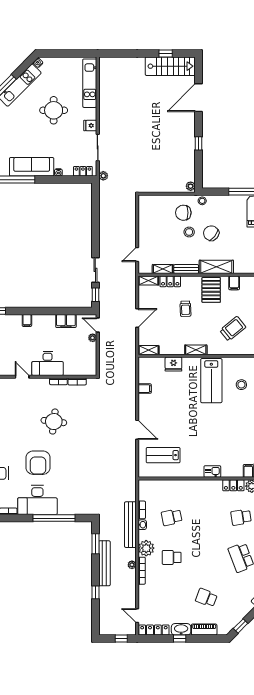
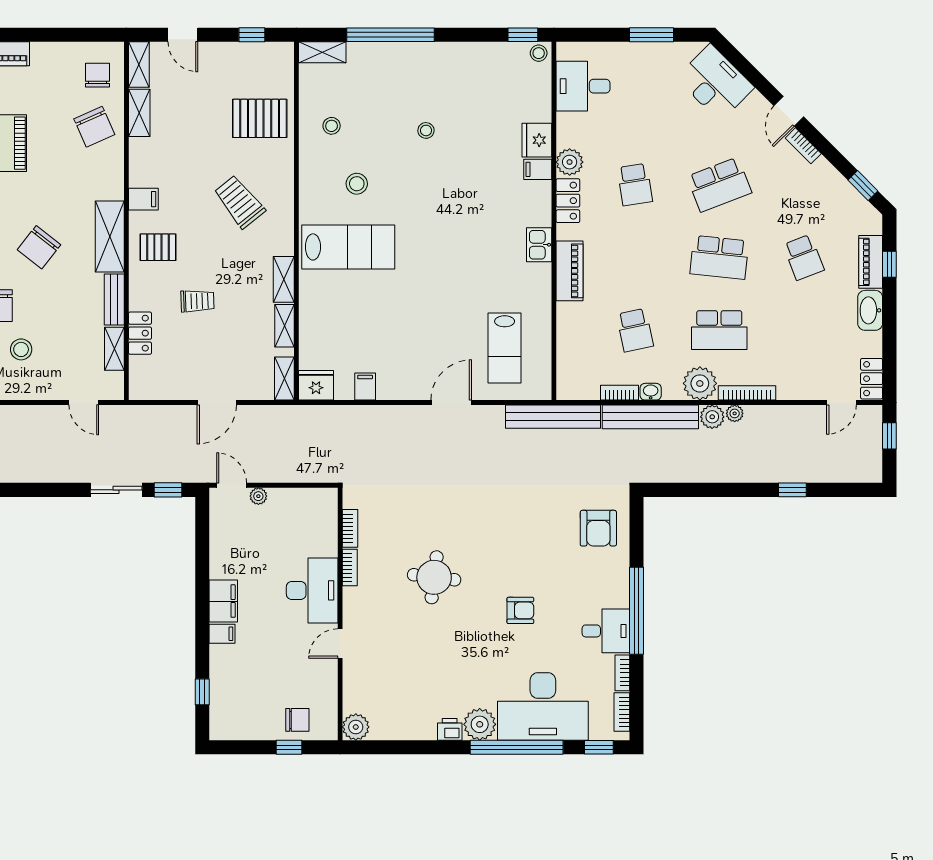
stool: (189, 232) -> (21, 349), moved
shelving: (148, 281) -> (284, 326), moved
pallet: (211, 290) -> (158, 247), width x0.67, depth x0.71
door: (137, 318) -> (217, 403), swing flipped
filing cabinet: (66, 321) -> (223, 601), moved
door: (98, 325) -> (232, 485), swing flipped
fridge: (173, 364) -> (316, 385), moved, turned -90
armchair: (38, 463) -> (520, 610), width x0.53, depth x0.53
piano: (200, 486) -> (570, 271), added
desk: (37, 500) -> (606, 631), width x0.53, depth x0.77
armchair: (77, 500) -> (598, 528), added
window: (54, 518) -> (637, 611), moved
window: (95, 544) -> (691, 490), removed
plant: (130, 554) -> (712, 417), added
school desk: (172, 557) -> (719, 330), width x1.85
school desk: (206, 557) -> (719, 257), added
bench: (104, 563) -> (553, 417), moved
school desk: (206, 598) -> (804, 257), turned -42
locker: (154, 630) -> (872, 379), width x0.66
window: (180, 639) -> (889, 264), moved

